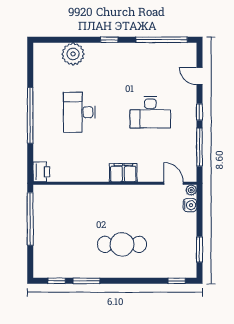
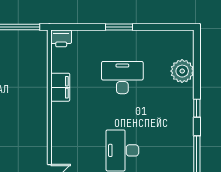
window: (30, 116) -> (119, 27), width x0.47
filing cabinet: (123, 173) -> (60, 87), moved

